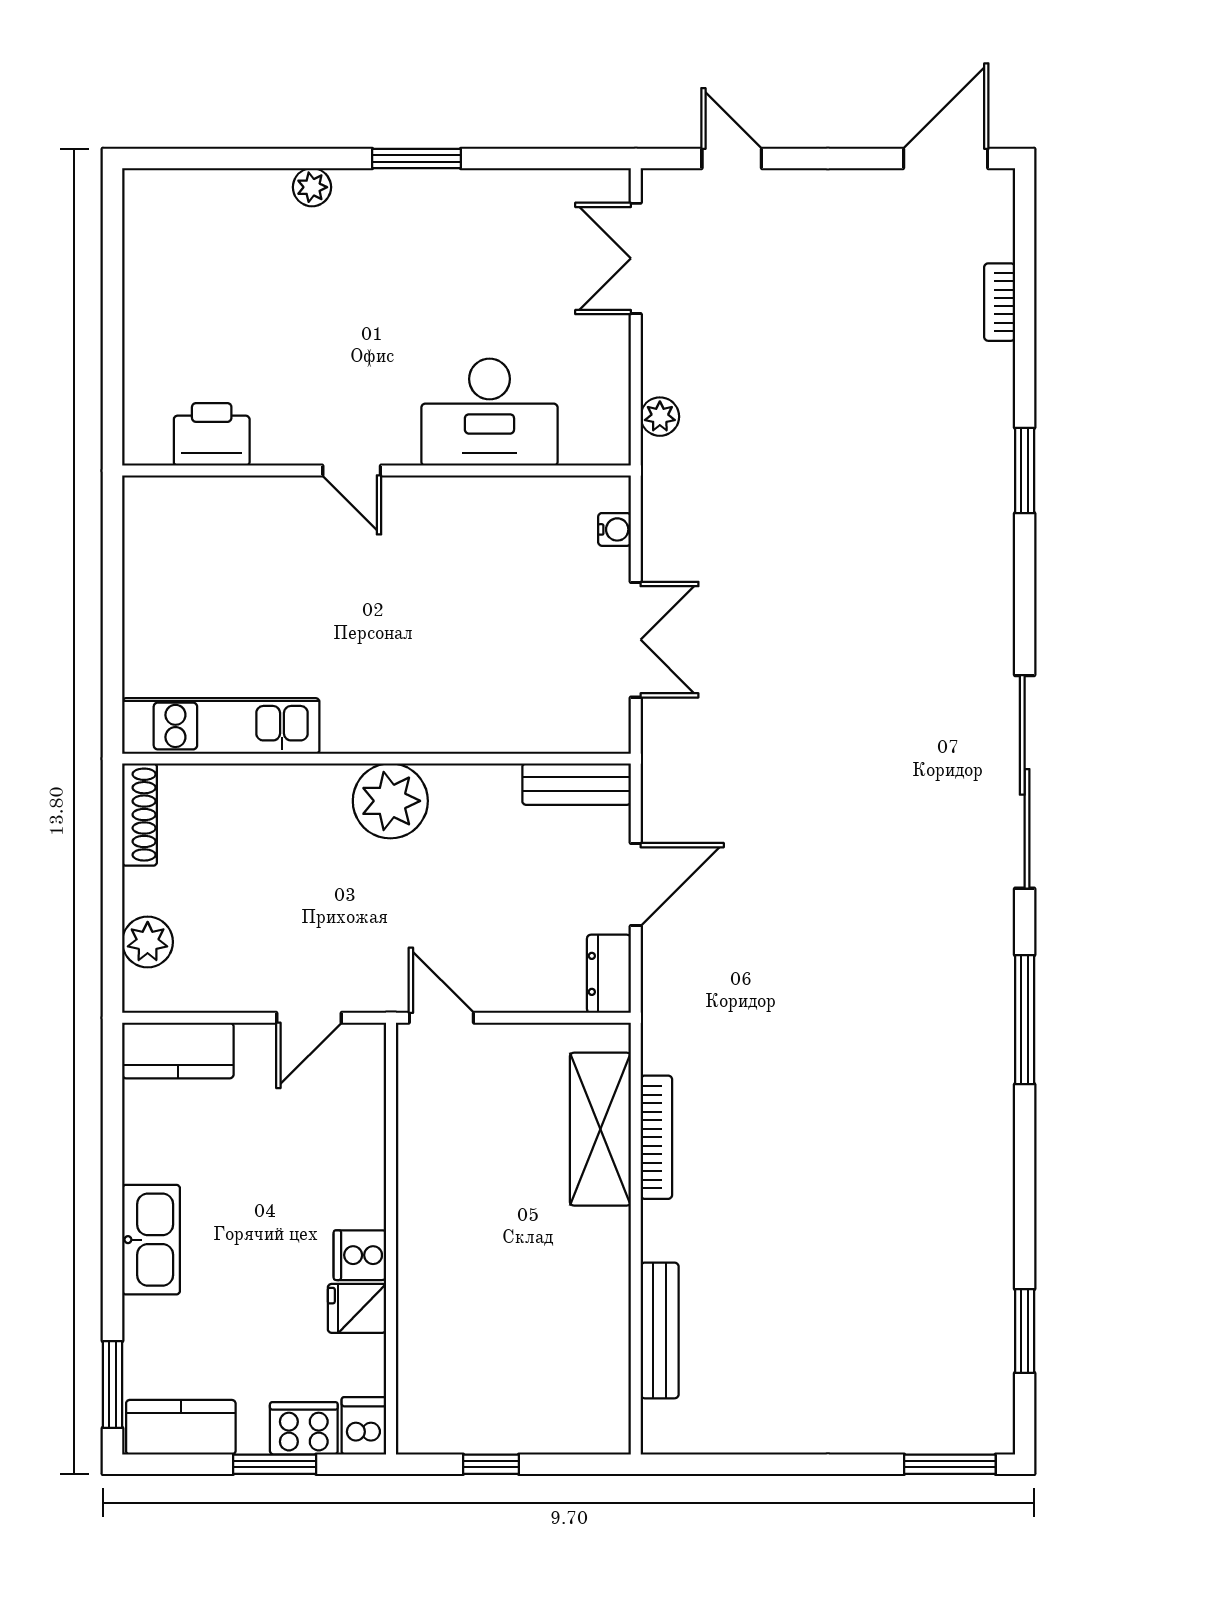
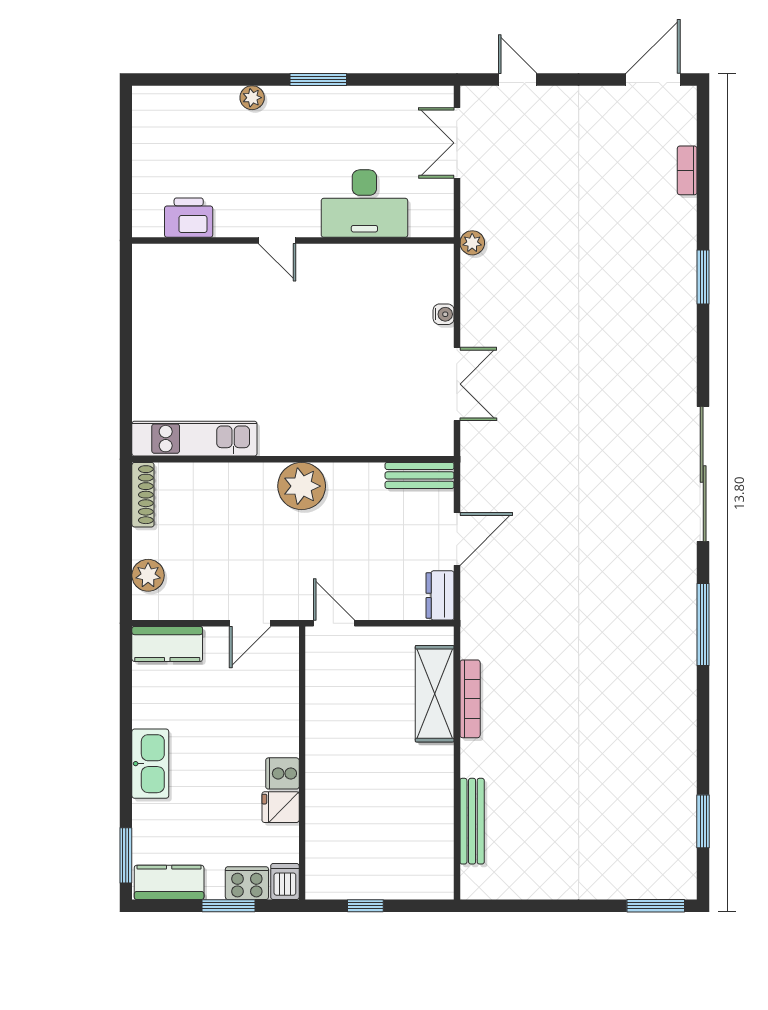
desk: (489, 412) -> (364, 204), moved
printer: (212, 434) -> (189, 218), moved
door: (352, 471) -> (277, 241), moved
wall: (377, 471) -> (293, 241), moved

